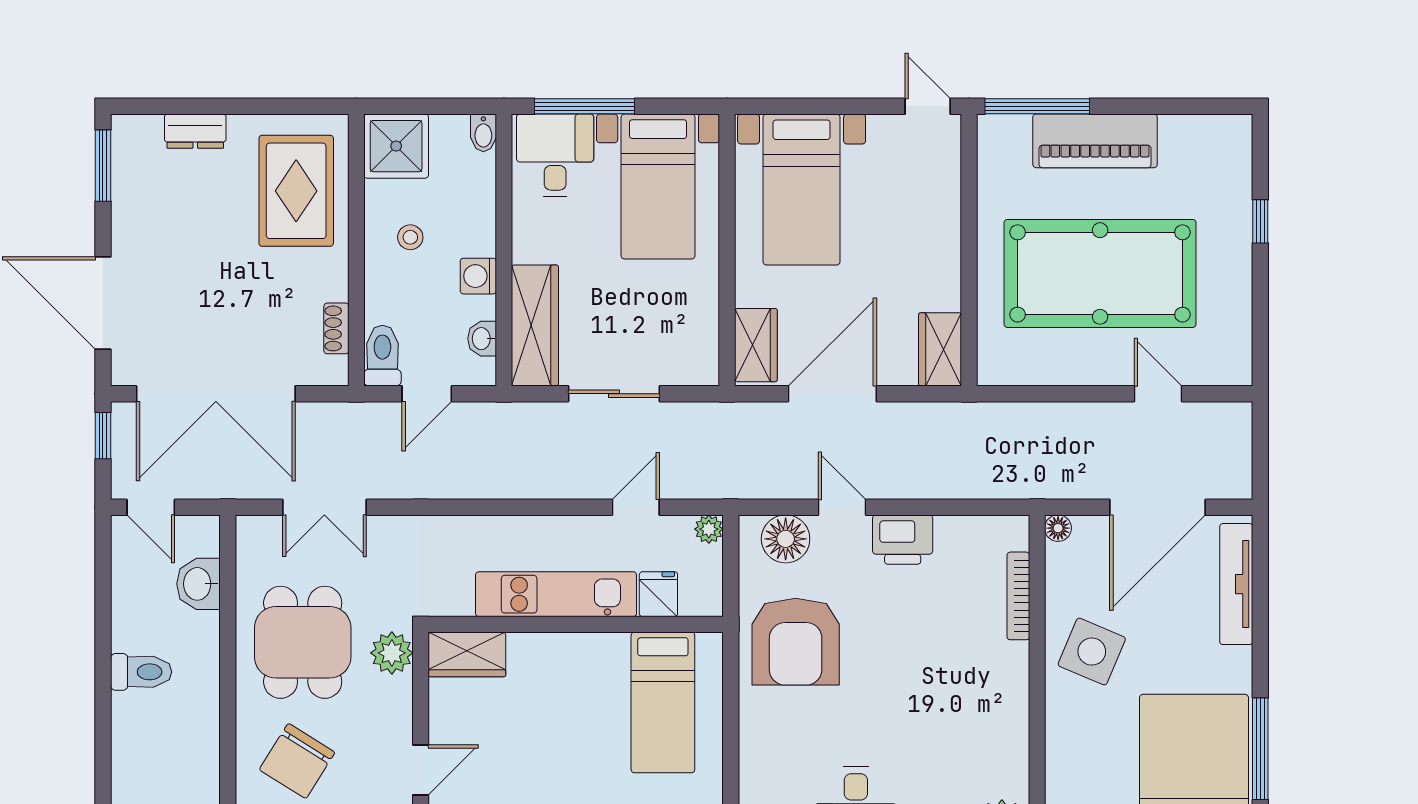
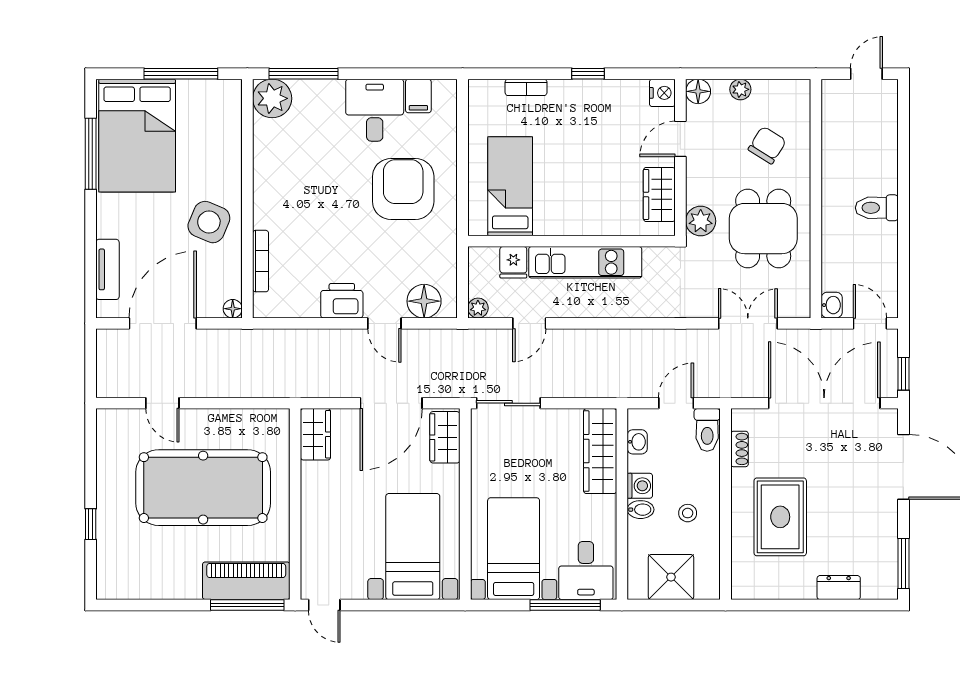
bidet: (483, 133) -> (641, 510), moved, turned 90
piano: (1095, 141) -> (246, 581), moved
shower: (396, 146) -> (671, 577), moved
rug: (296, 191) -> (780, 517), moved
sliding door: (614, 394) -> (508, 403), moved
washbasin: (198, 584) -> (832, 305), moved, width x0.72, depth x0.69
tv unit: (1236, 584) -> (107, 269), width x0.71
armchair: (796, 642) -> (403, 189), moved
wardrobe: (467, 654) -> (659, 194), moved, turned -90
chair: (297, 761) -> (767, 145), width x0.73, depth x0.73

